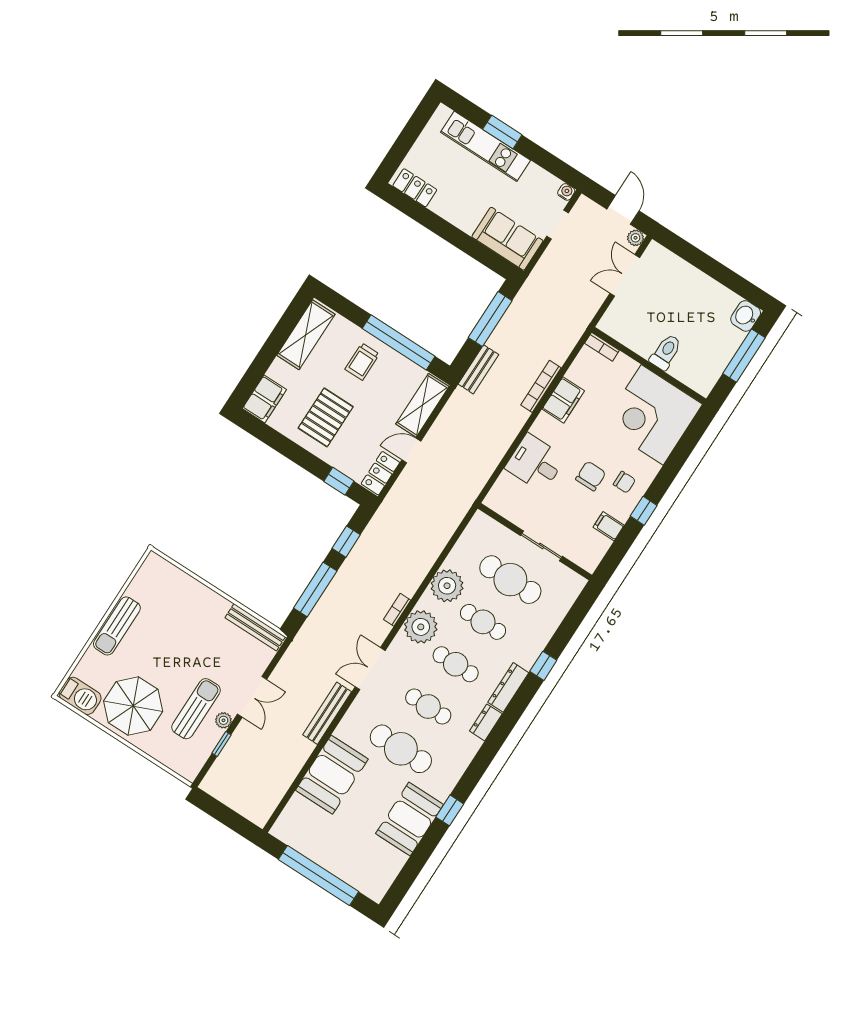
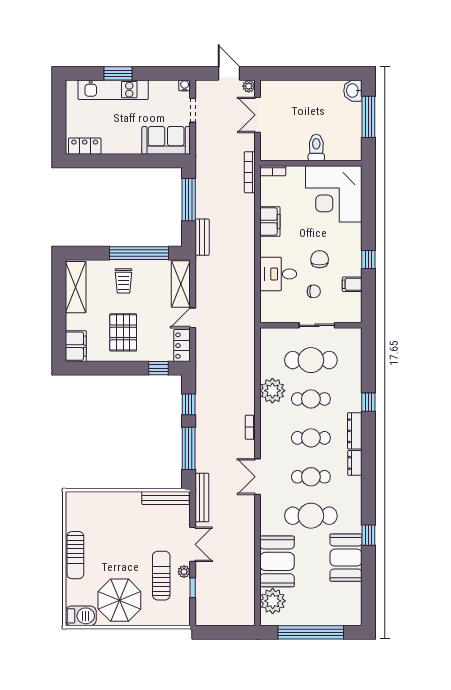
bookcase: (541, 386) -> (250, 172), moved
chair: (624, 482) -> (314, 291), moved
plant: (421, 627) -> (273, 601), moved
bench: (327, 713) -> (202, 498), moved

